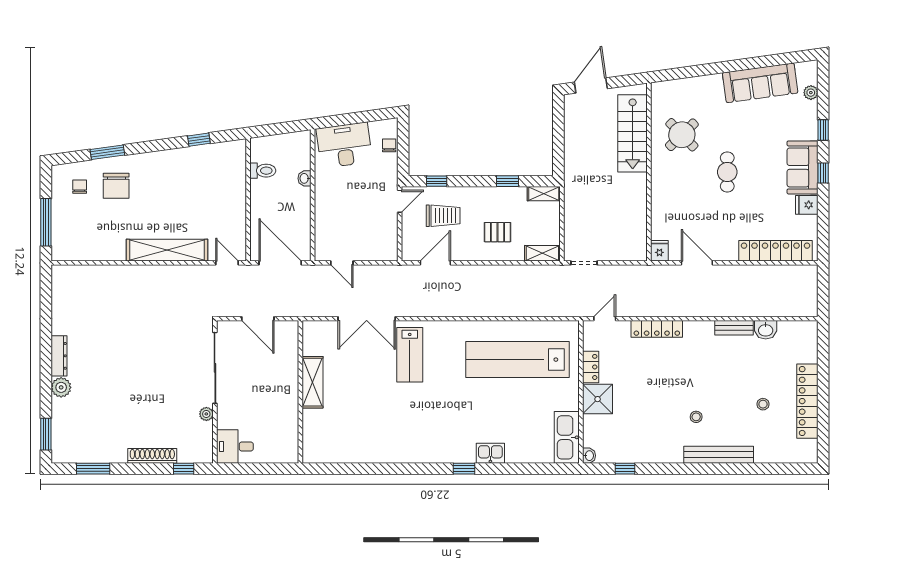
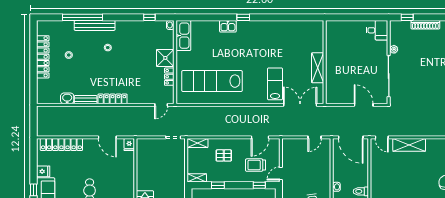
shelving: (167, 250) -> (409, 145), width x0.68
door: (342, 263) -> (315, 137), swing flipped
locker: (657, 329) -> (113, 99), moved
lab bench: (518, 360) -> (212, 81), turned 180
shelving: (312, 382) -> (318, 68), moved
wall: (300, 392) -> (325, 62), moved
window: (740, 469) -> (82, 17), added

